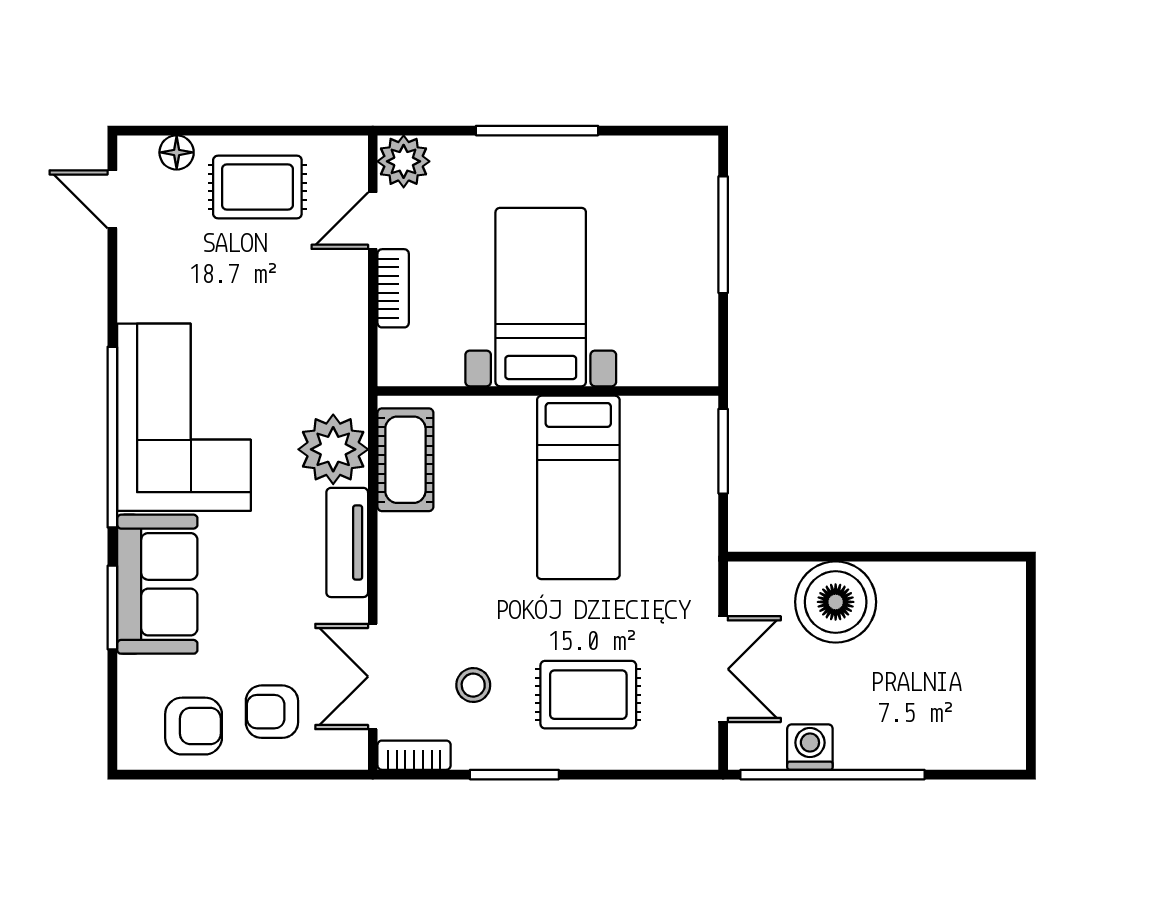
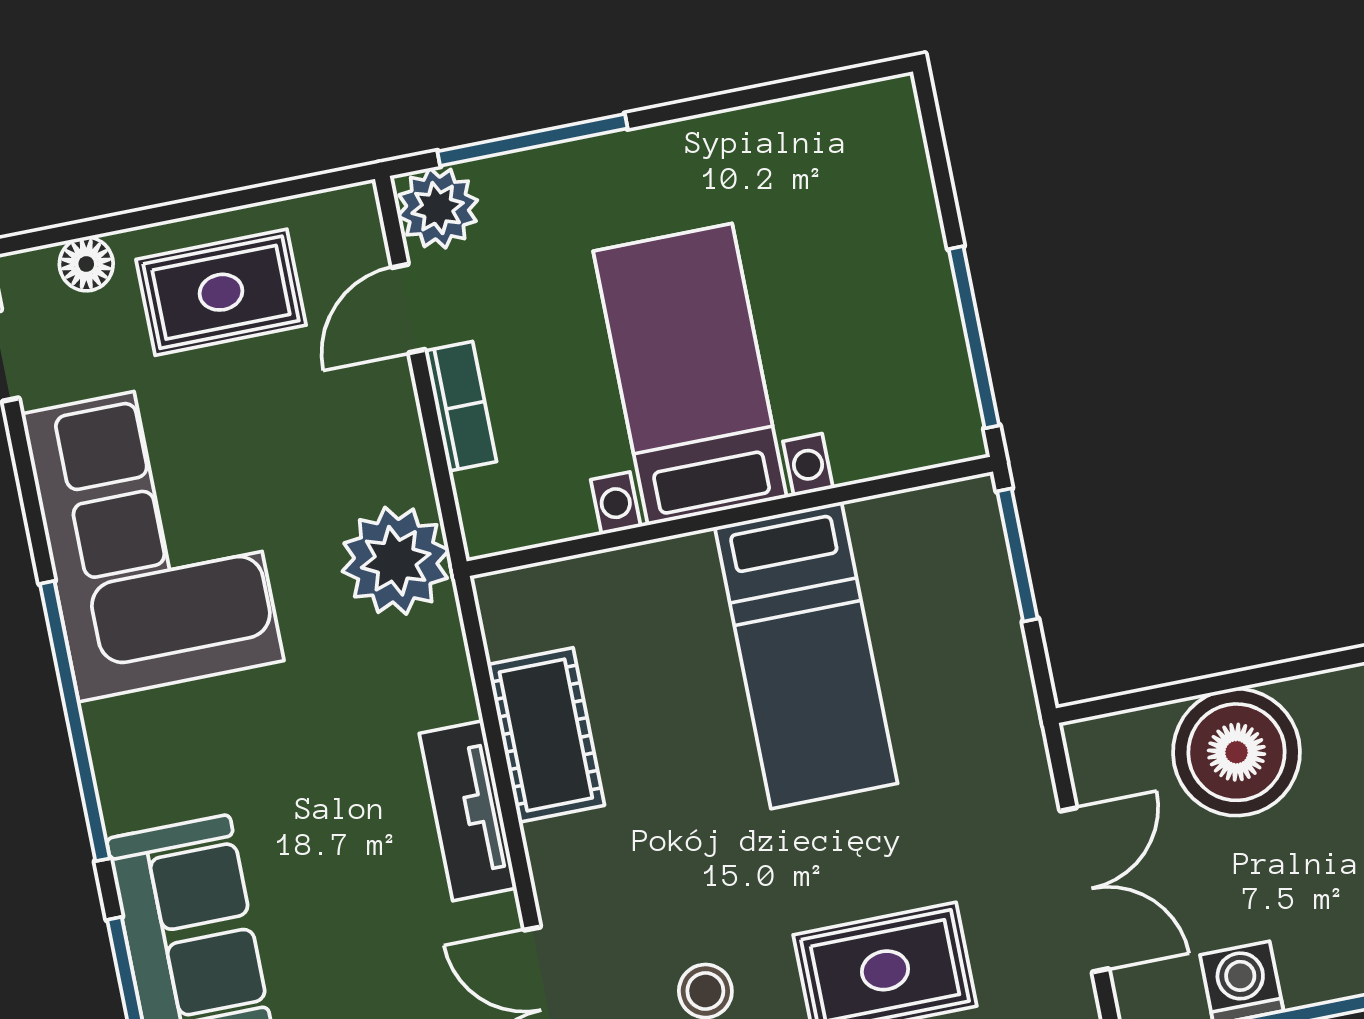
window: (537, 131) -> (532, 140), moved
window: (723, 235) -> (974, 337), moved
corner sofa: (184, 417) -> (153, 537), moved
plant: (333, 449) -> (396, 561), moved
cot: (405, 460) -> (546, 735), moved

